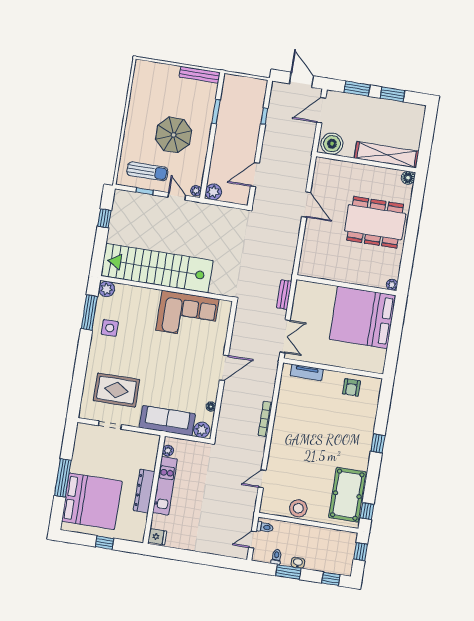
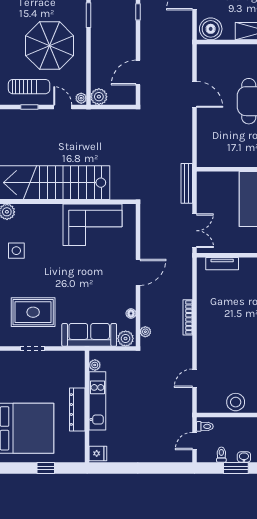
parasol: (174, 135) -> (50, 46), width x1.36, depth x1.36
bench: (284, 295) -> (187, 183), width x1.36
plant: (222, 426) -> (145, 332), added

